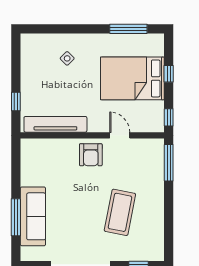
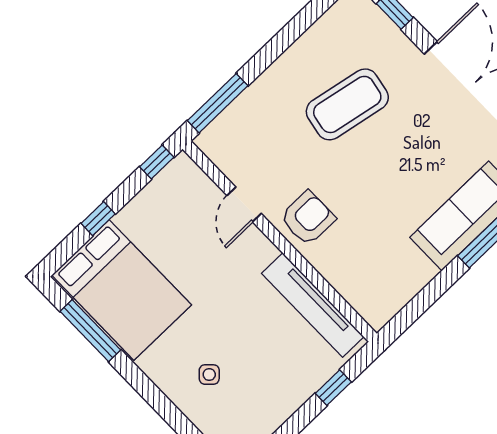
bed: (132, 78) -> (122, 290), moved

